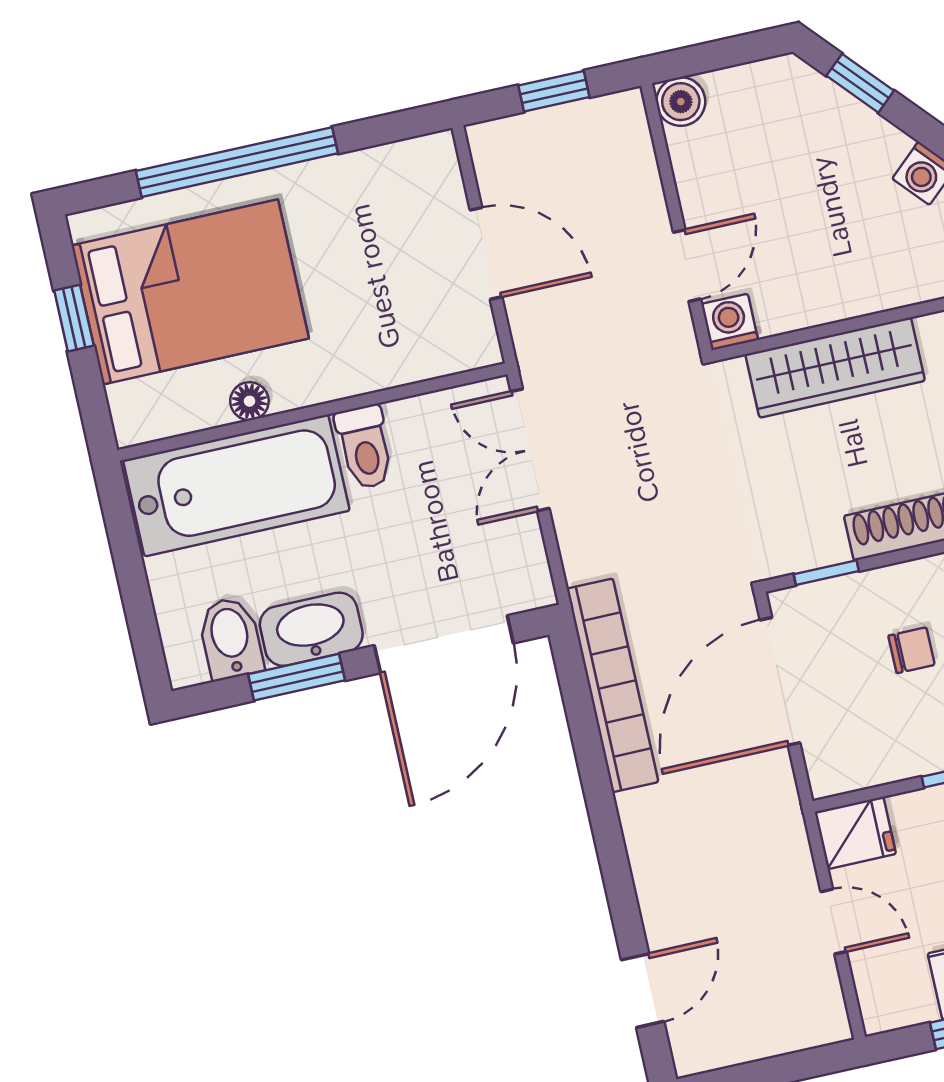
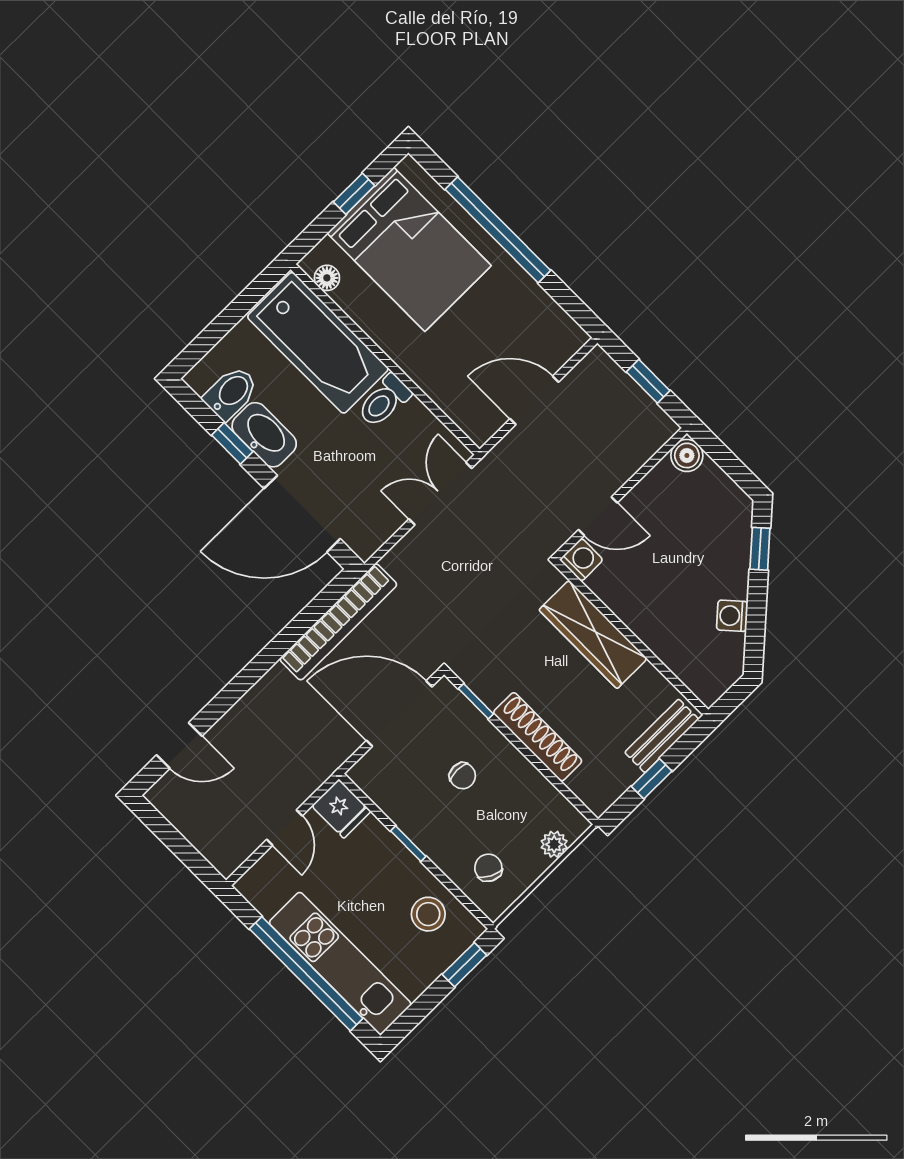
door: (486, 253) -> (534, 400), swing flipped
floor lamp: (249, 401) -> (327, 278), moved
window: (297, 677) -> (232, 443), width x0.67

